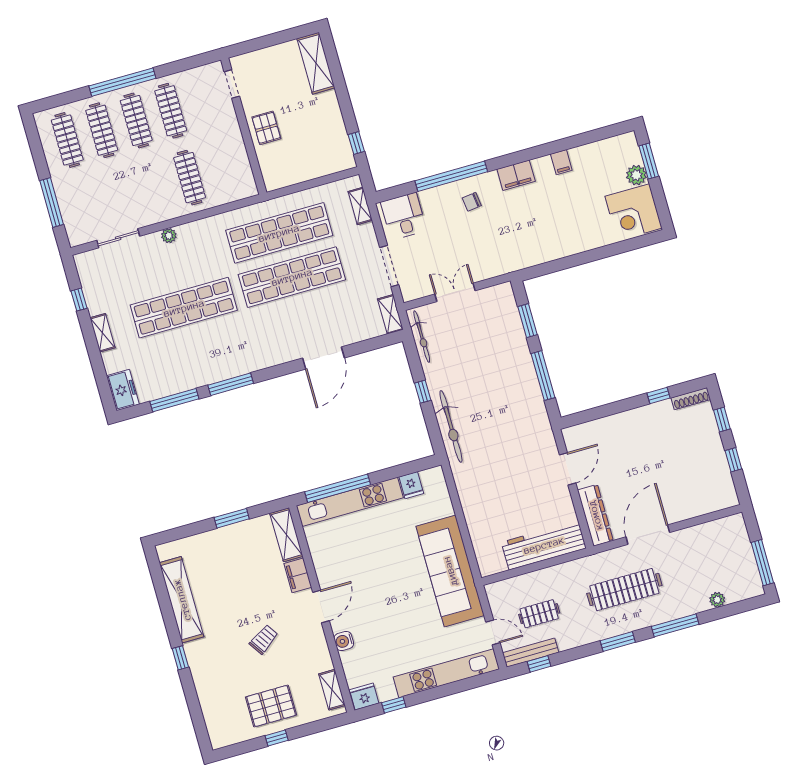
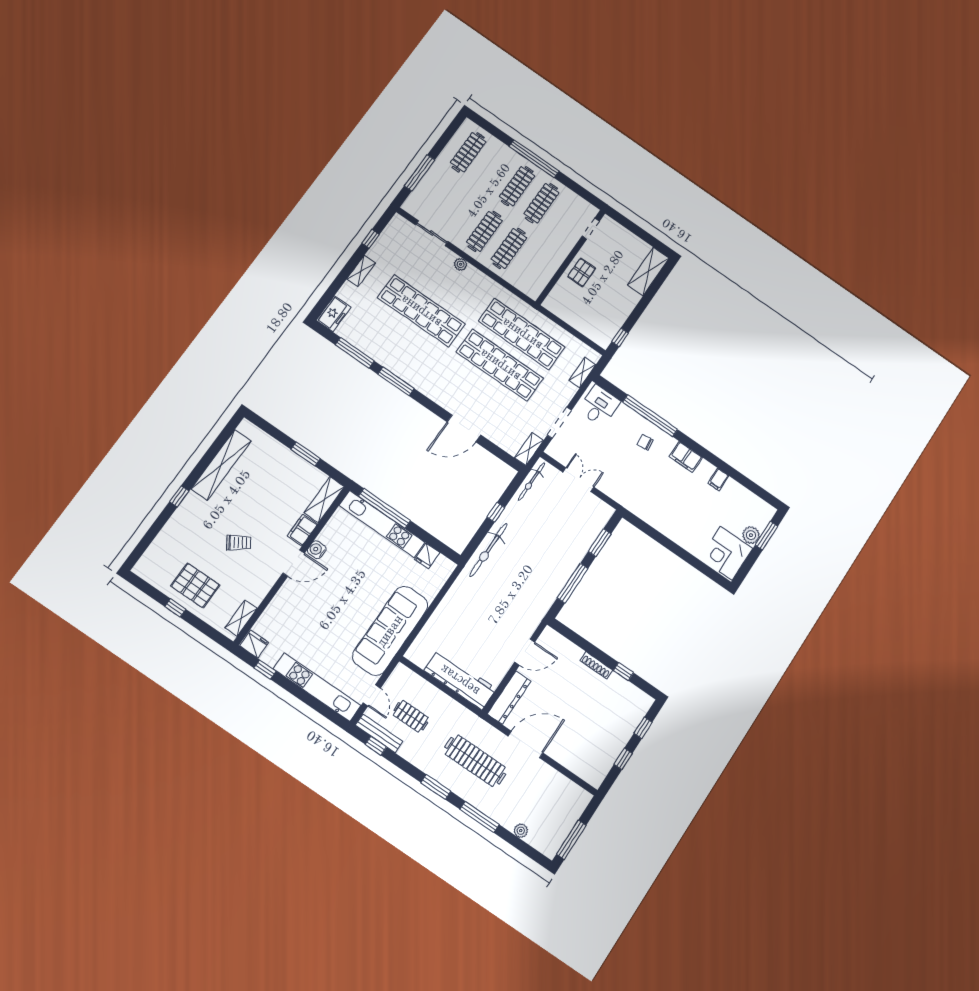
clothes rail: (102, 130) -> (484, 231), moved
shoe rack: (691, 399) -> (596, 665), moved
water cooler: (344, 641) -> (317, 550), moved

